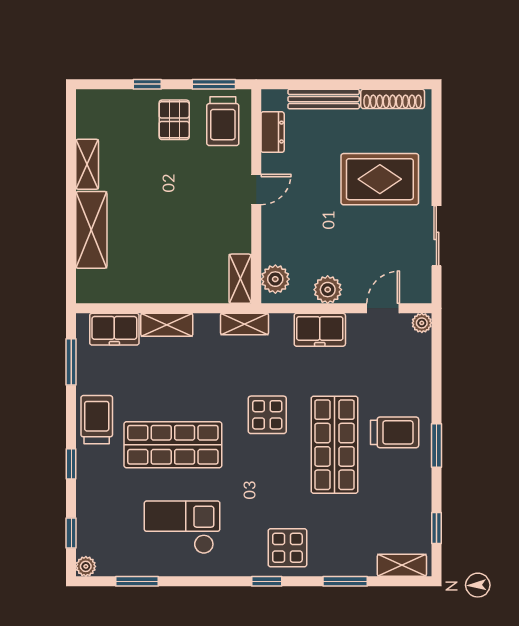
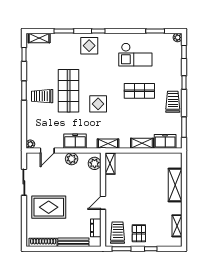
shelving: (87, 164) -> (177, 226), moved
trolley: (97, 420) -> (173, 102), turned 180
shop shelf: (173, 445) -> (139, 91), width x0.70, depth x0.74

